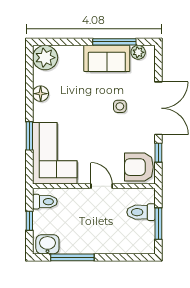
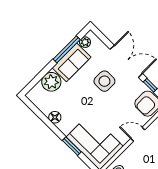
plant: (45, 58) -> (51, 82), moved
side table: (120, 106) -> (104, 81), width x1.87, depth x1.87

